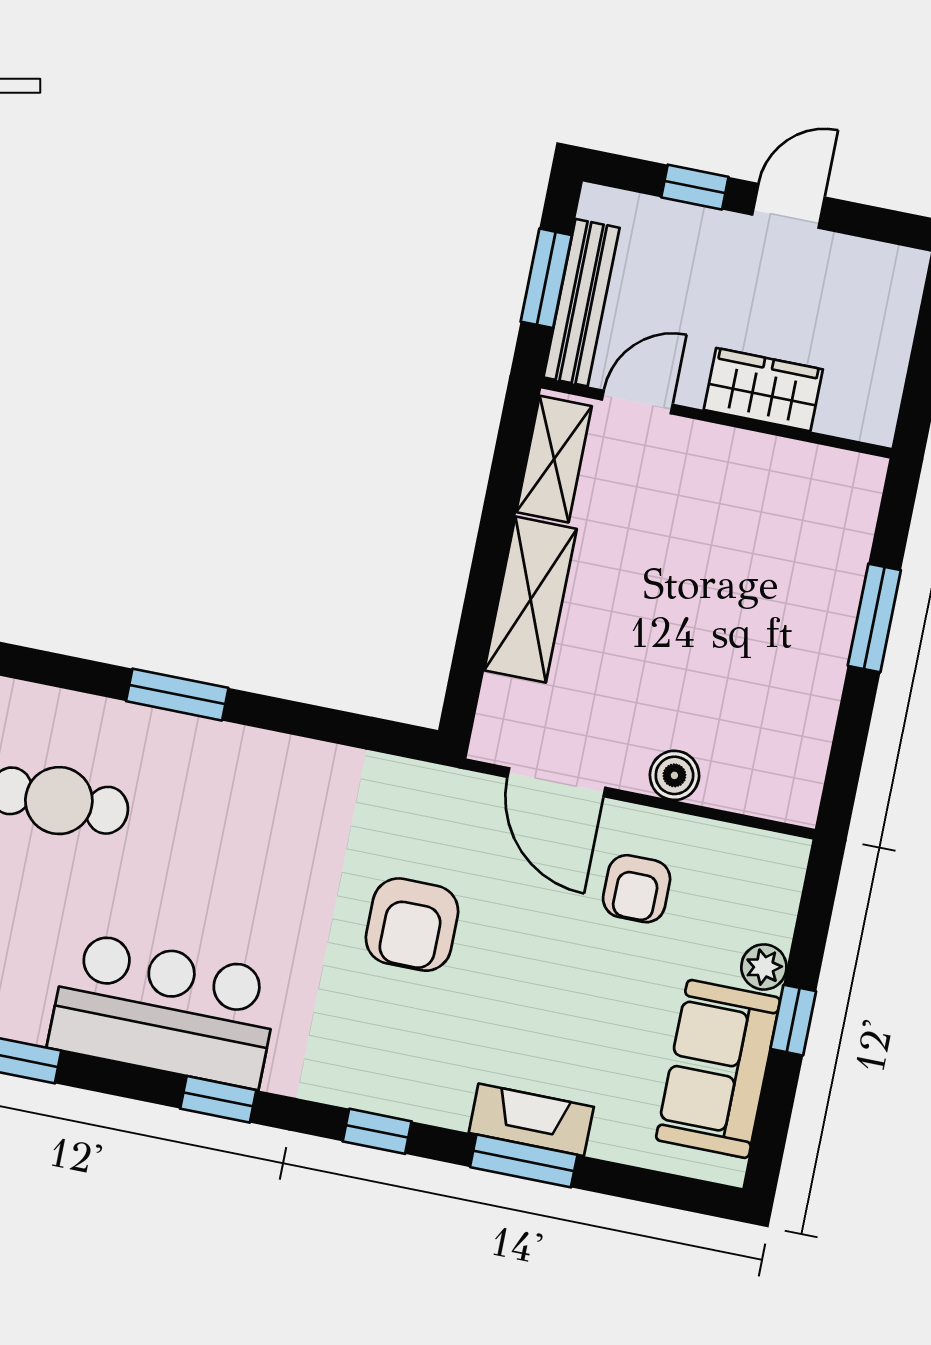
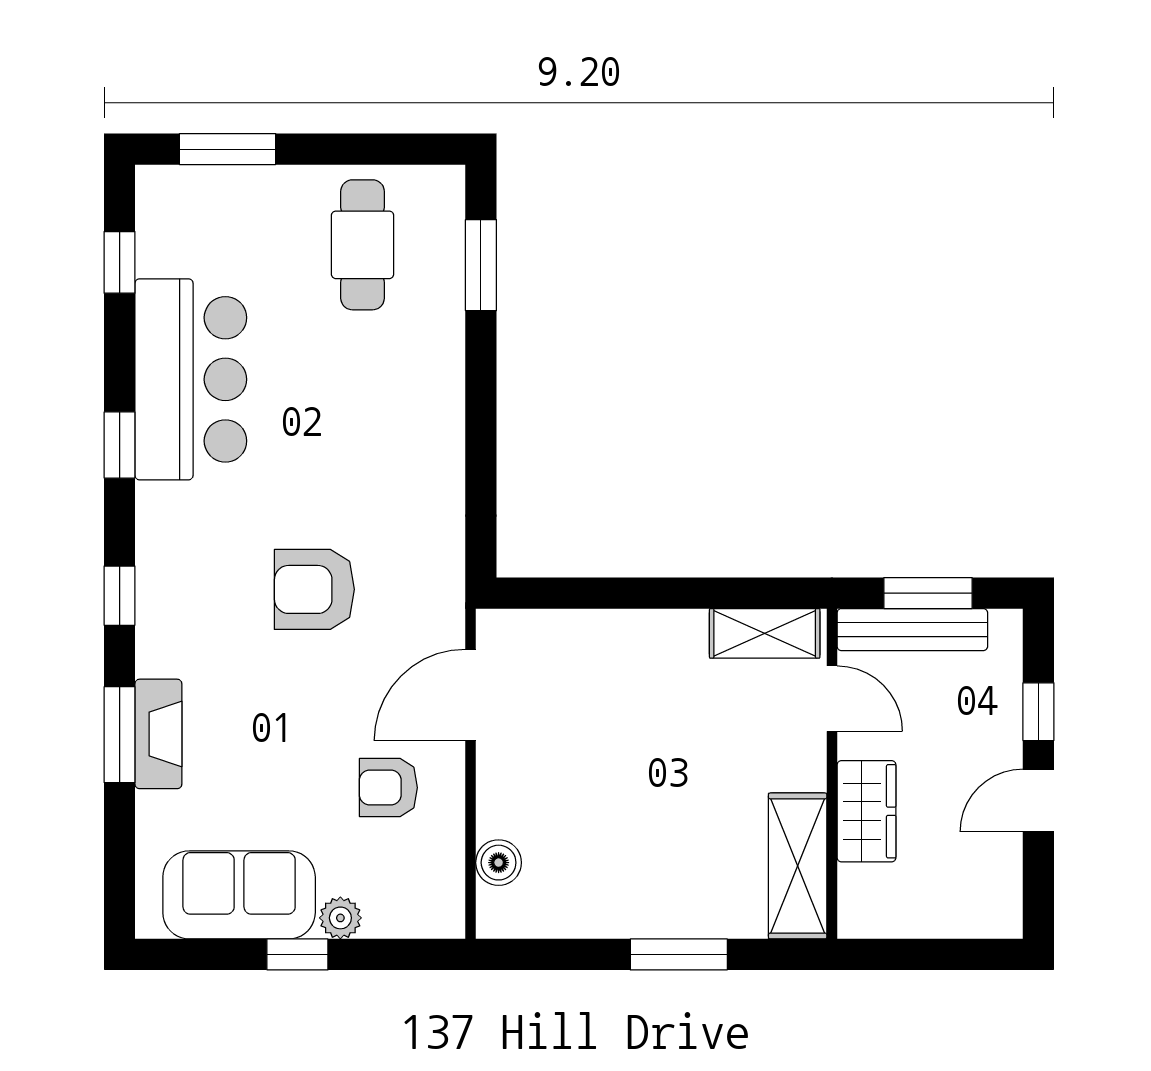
door: (788, 206) -> (1038, 800), swing flipped
shelving: (531, 600) -> (798, 866), moved, turned 90
window: (177, 695) -> (481, 265), moved
boiler: (674, 775) -> (499, 863), moved

